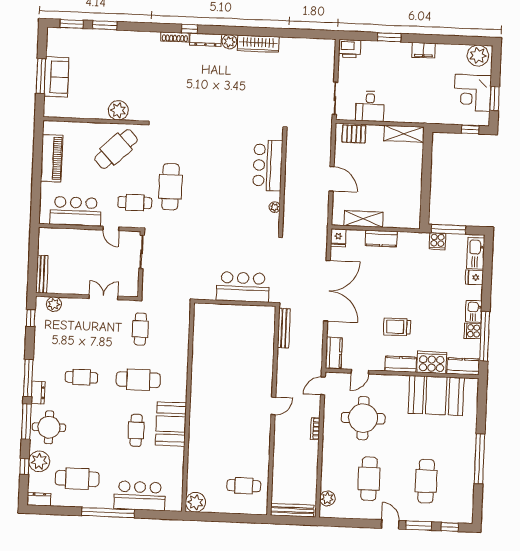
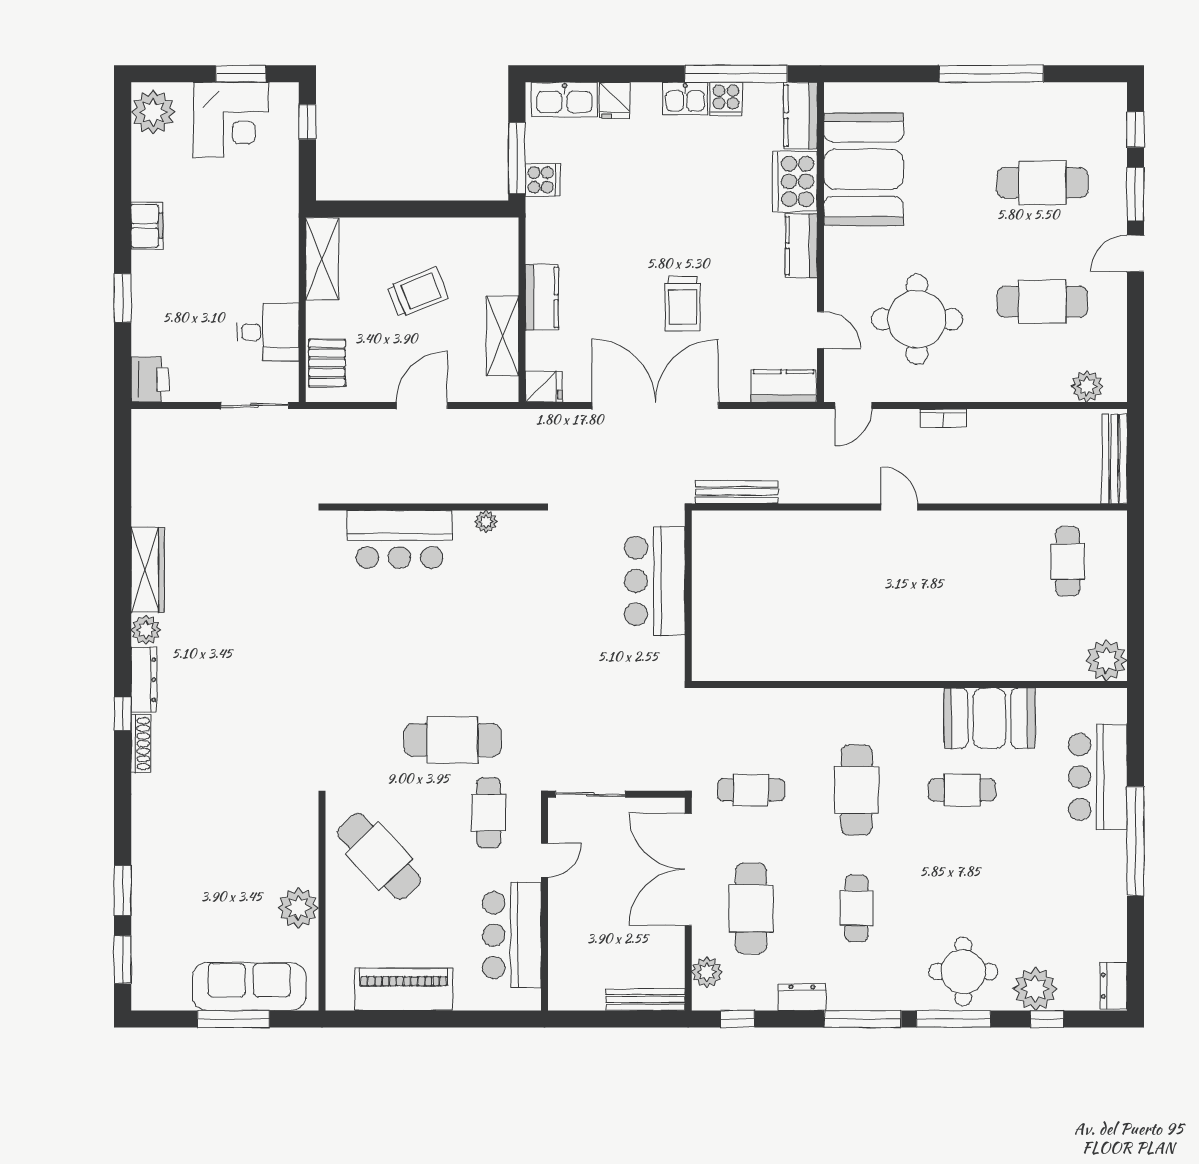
sofa: (56, 77) -> (249, 986), width x1.36
plant: (118, 110) -> (298, 908), moved
trolley: (386, 179) -> (417, 292), added
double door: (104, 297) -> (688, 869), width x1.87
trolley: (397, 327) -> (683, 303), moved
door: (323, 386) -> (853, 406), hinge flipped
dresser: (38, 393) -> (802, 997), moved
booth: (171, 424) -> (989, 718), moved
cafe table: (77, 479) -> (751, 908), moved

